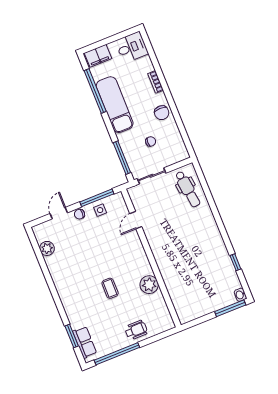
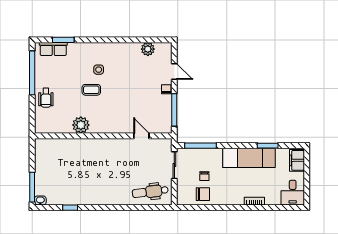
window: (95, 91) -> (268, 146), width x0.47
chair: (162, 113) -> (203, 194), moved, turned 180
side table: (100, 210) -> (99, 70), moved

